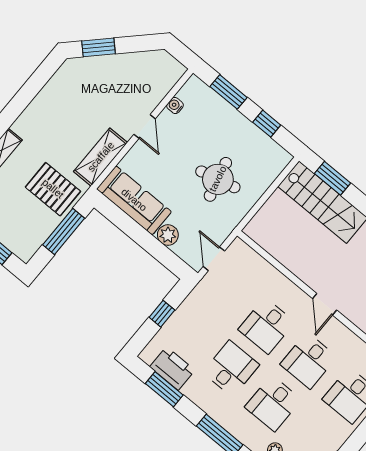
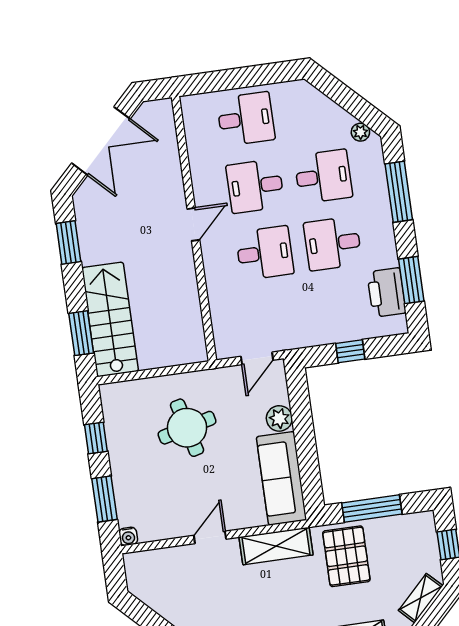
water cooler: (175, 105) -> (128, 536), moved
desk: (309, 361) -> (255, 186), turned 180

